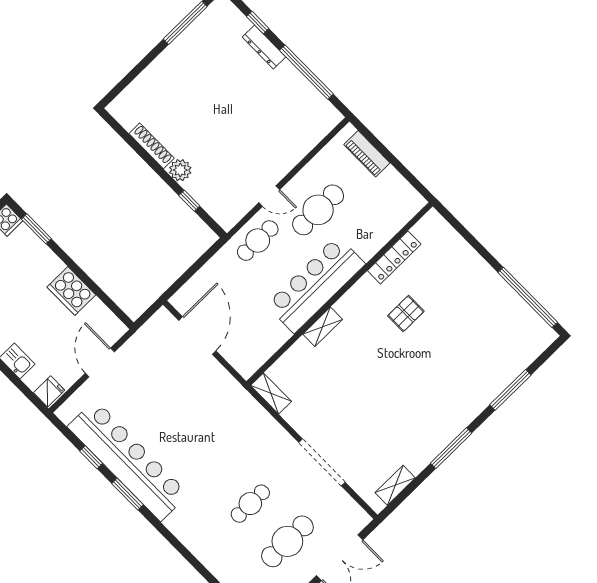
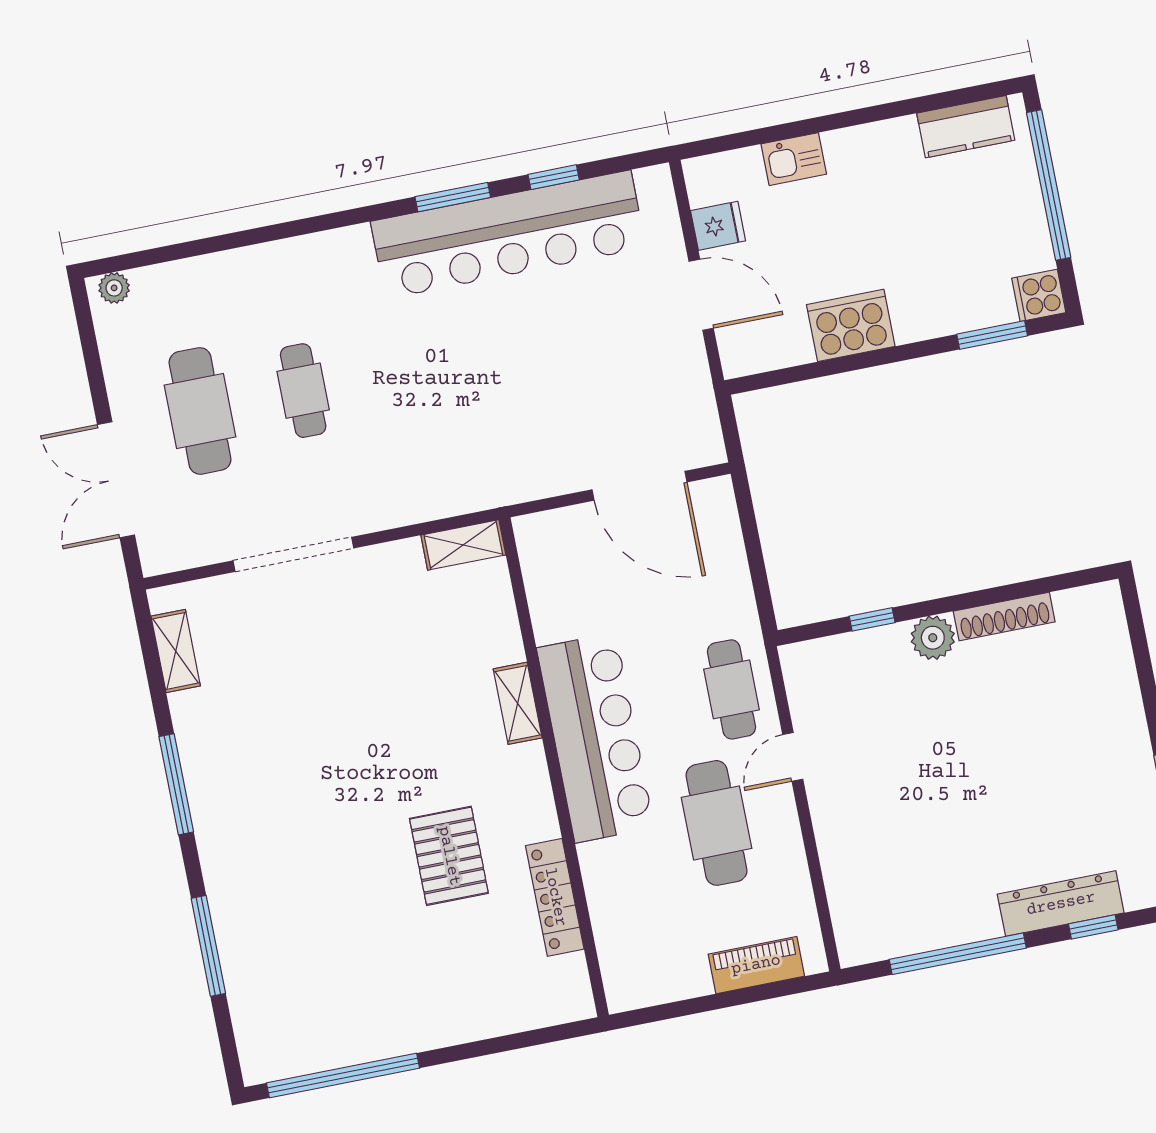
dresser: (264, 47) -> (1061, 904), width x1.37, depth x1.24
pallet: (406, 314) -> (449, 856), width x1.50, depth x1.42
fridge: (49, 391) -> (718, 226), moved, turned -90

